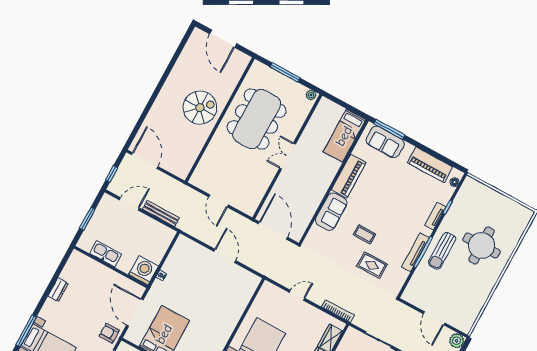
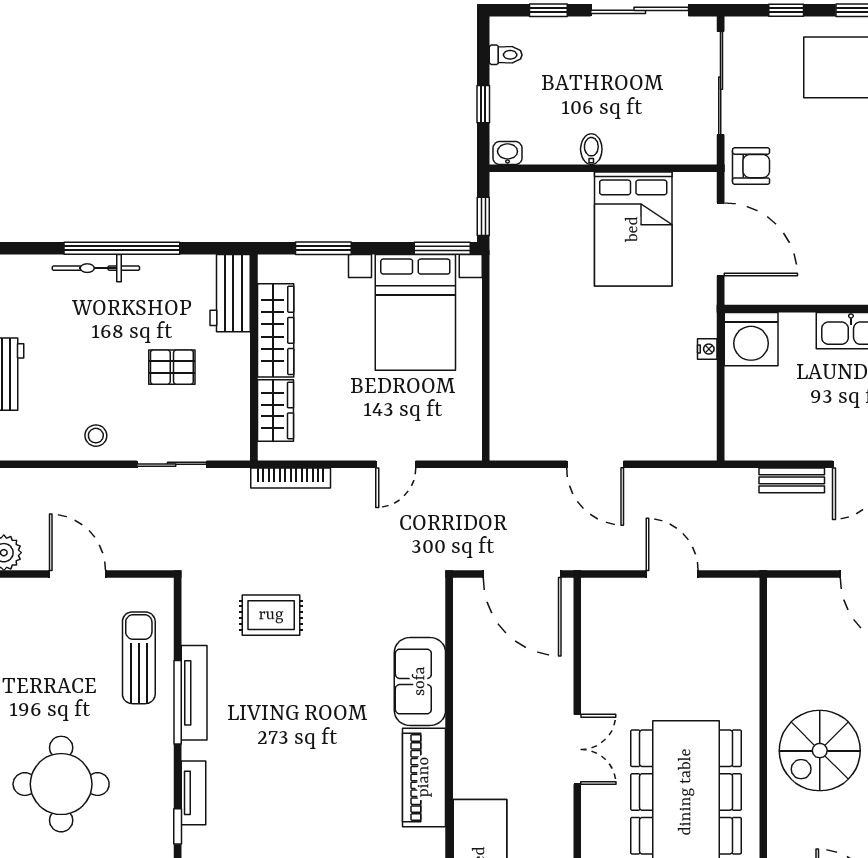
bench: (161, 214) -> (792, 480), width x0.73
coffee table: (364, 235) -> (323, 672), removed
sun lounger: (442, 251) -> (139, 658), moved

